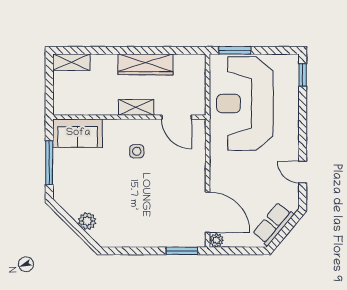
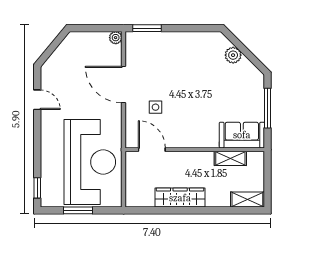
window: (235, 50) -> (78, 210), moved
shelving: (136, 107) -> (230, 158), moved
side table: (137, 151) -> (156, 107), moved
door: (208, 212) -> (124, 85), moved
row of seats: (273, 224) -> (64, 53), removed

